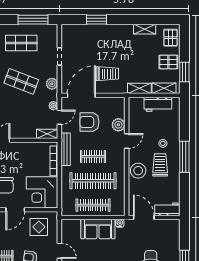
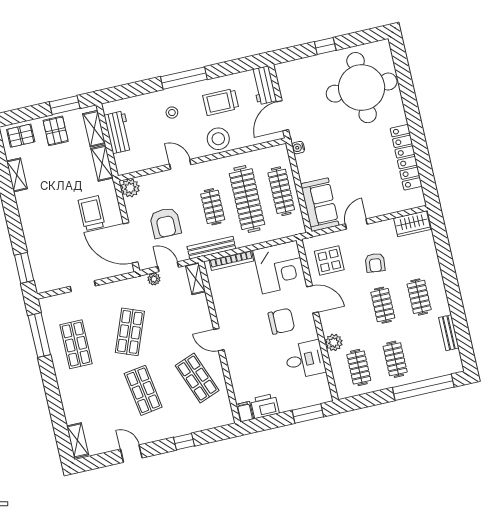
window: (97, 20) -> (24, 268), moved
plant: (52, 84) -> (124, 288), removed
plant: (118, 125) -> (130, 188), moved
trolley: (160, 165) -> (221, 102), moved
sofa: (98, 229) -> (320, 205), moved

